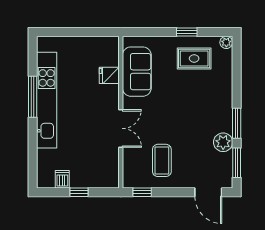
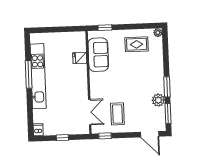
window: (187, 32) -> (105, 28), moved
double door: (121, 128) -> (90, 112), moved
dishwasher: (62, 179) -> (38, 130), moved

